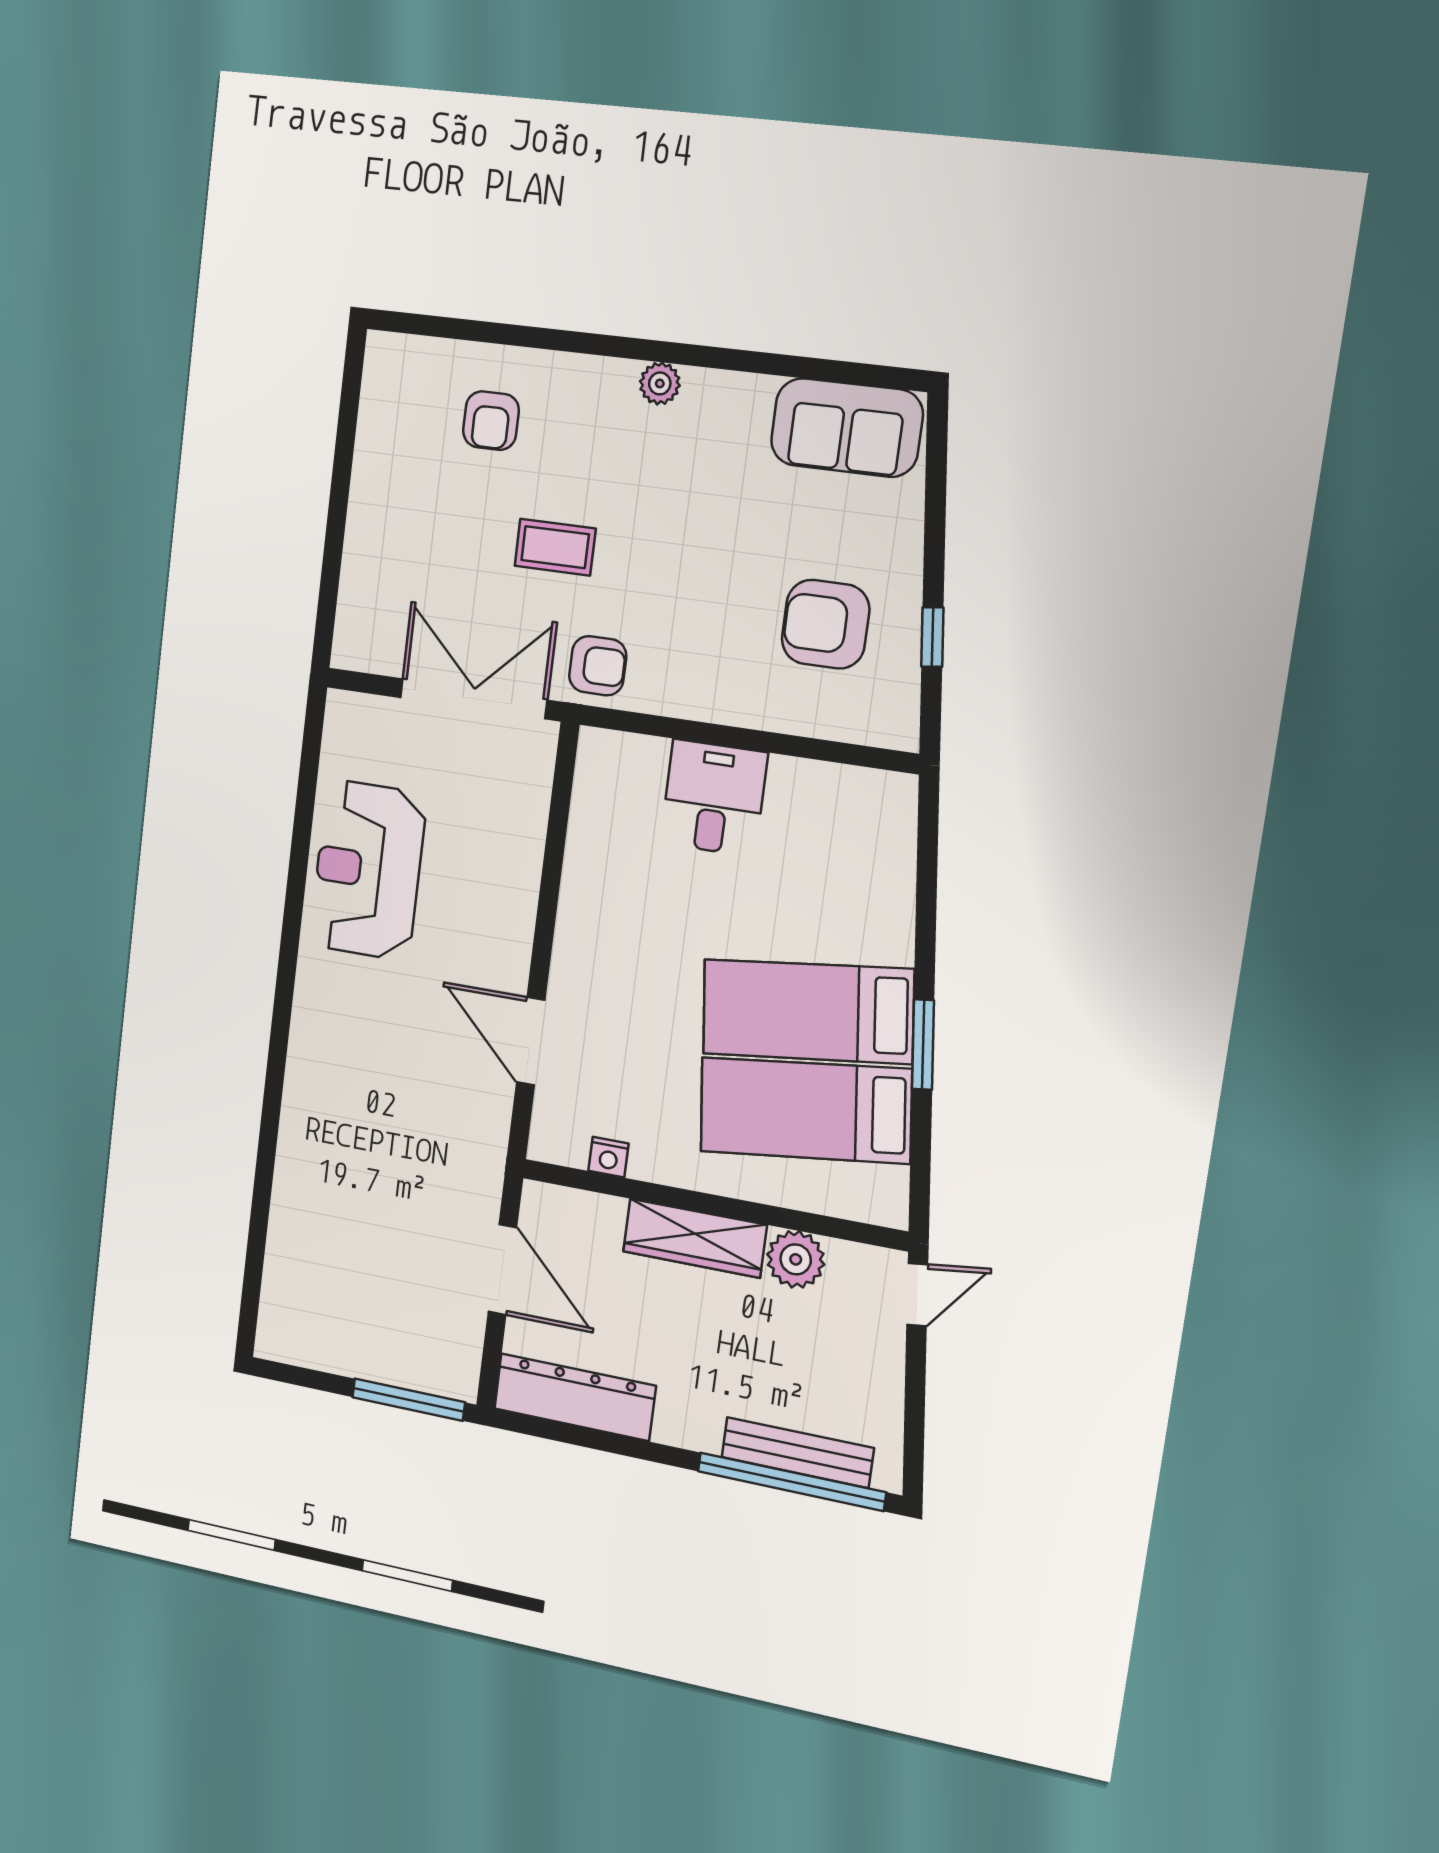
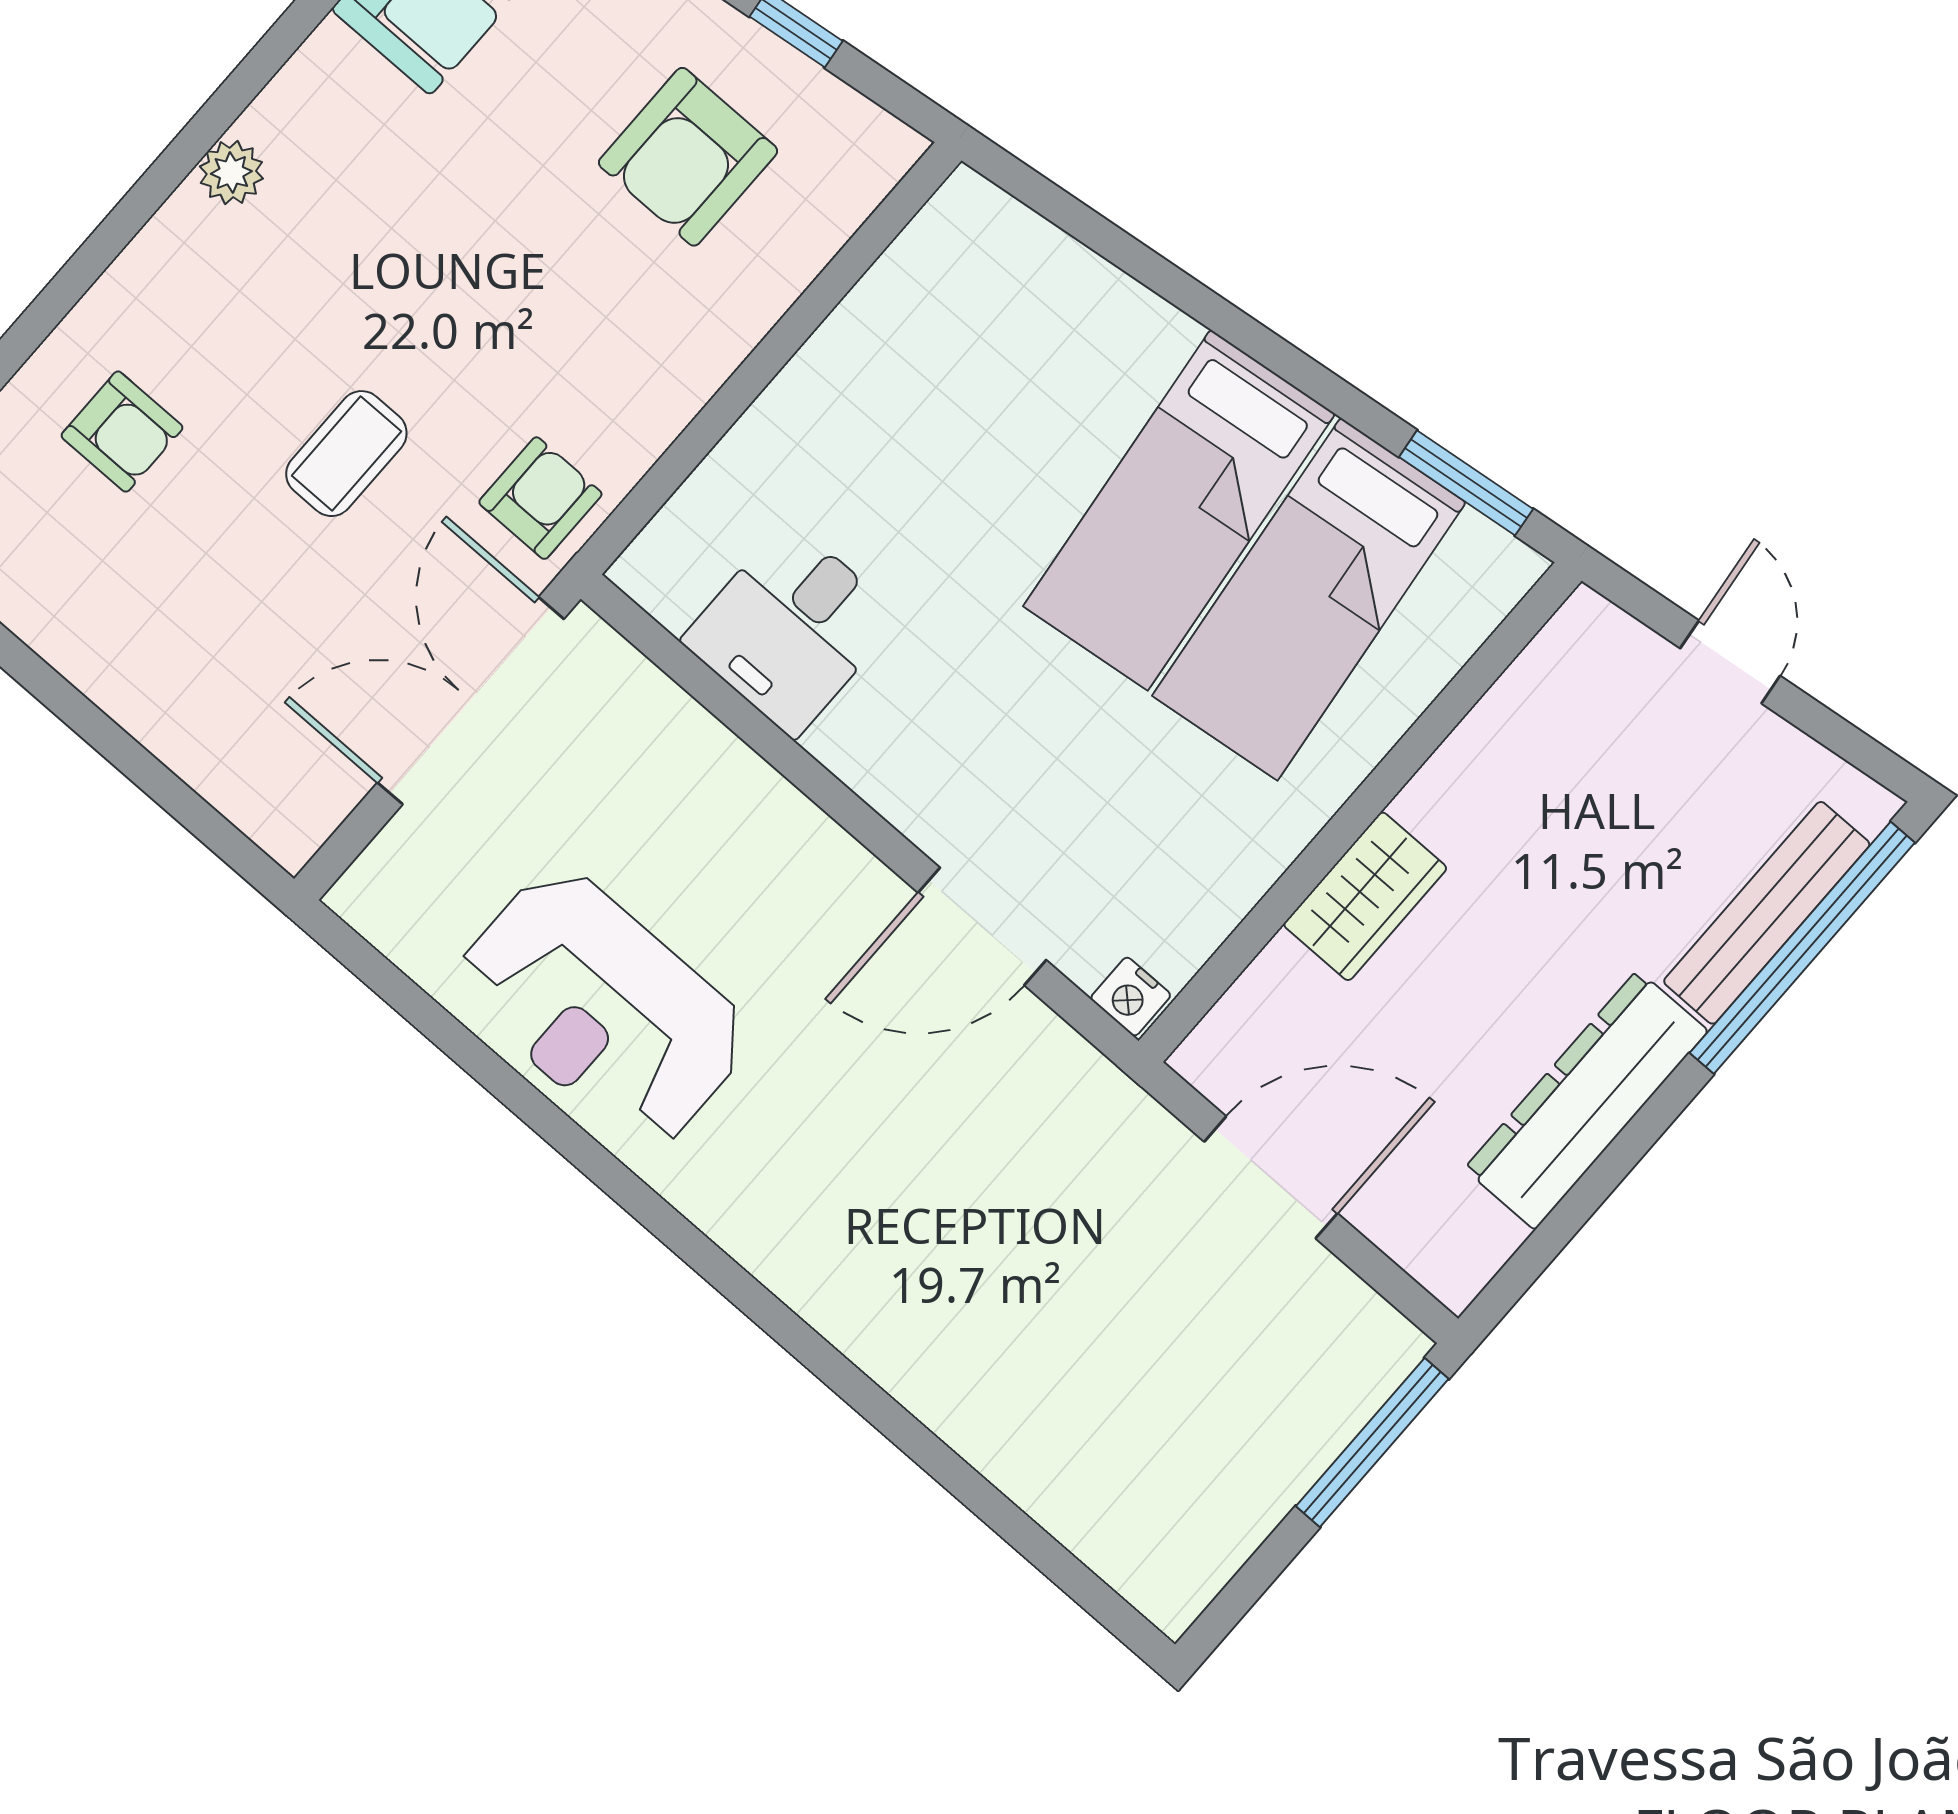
desk: (714, 798) -> (791, 629), moved, turned -90
window: (923, 1045) -> (1466, 483), moved
nightstand: (609, 1157) -> (1131, 997), moved, turned 90
wardrobe: (695, 1238) -> (1365, 896), width x0.67
plant: (796, 1259) -> (1502, 743), removed
door: (917, 1294) -> (1730, 662), moved
dresser: (575, 1397) -> (1586, 1100), moved

